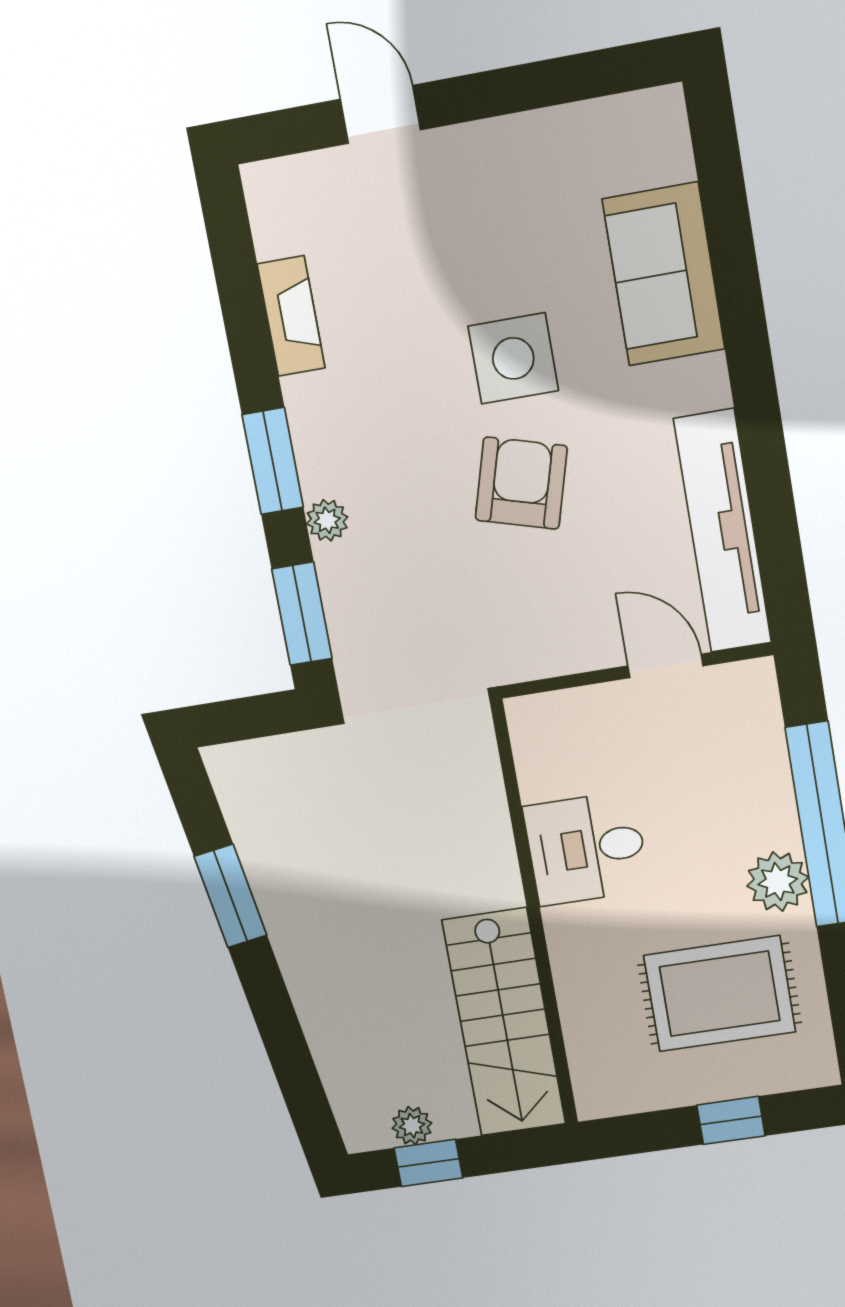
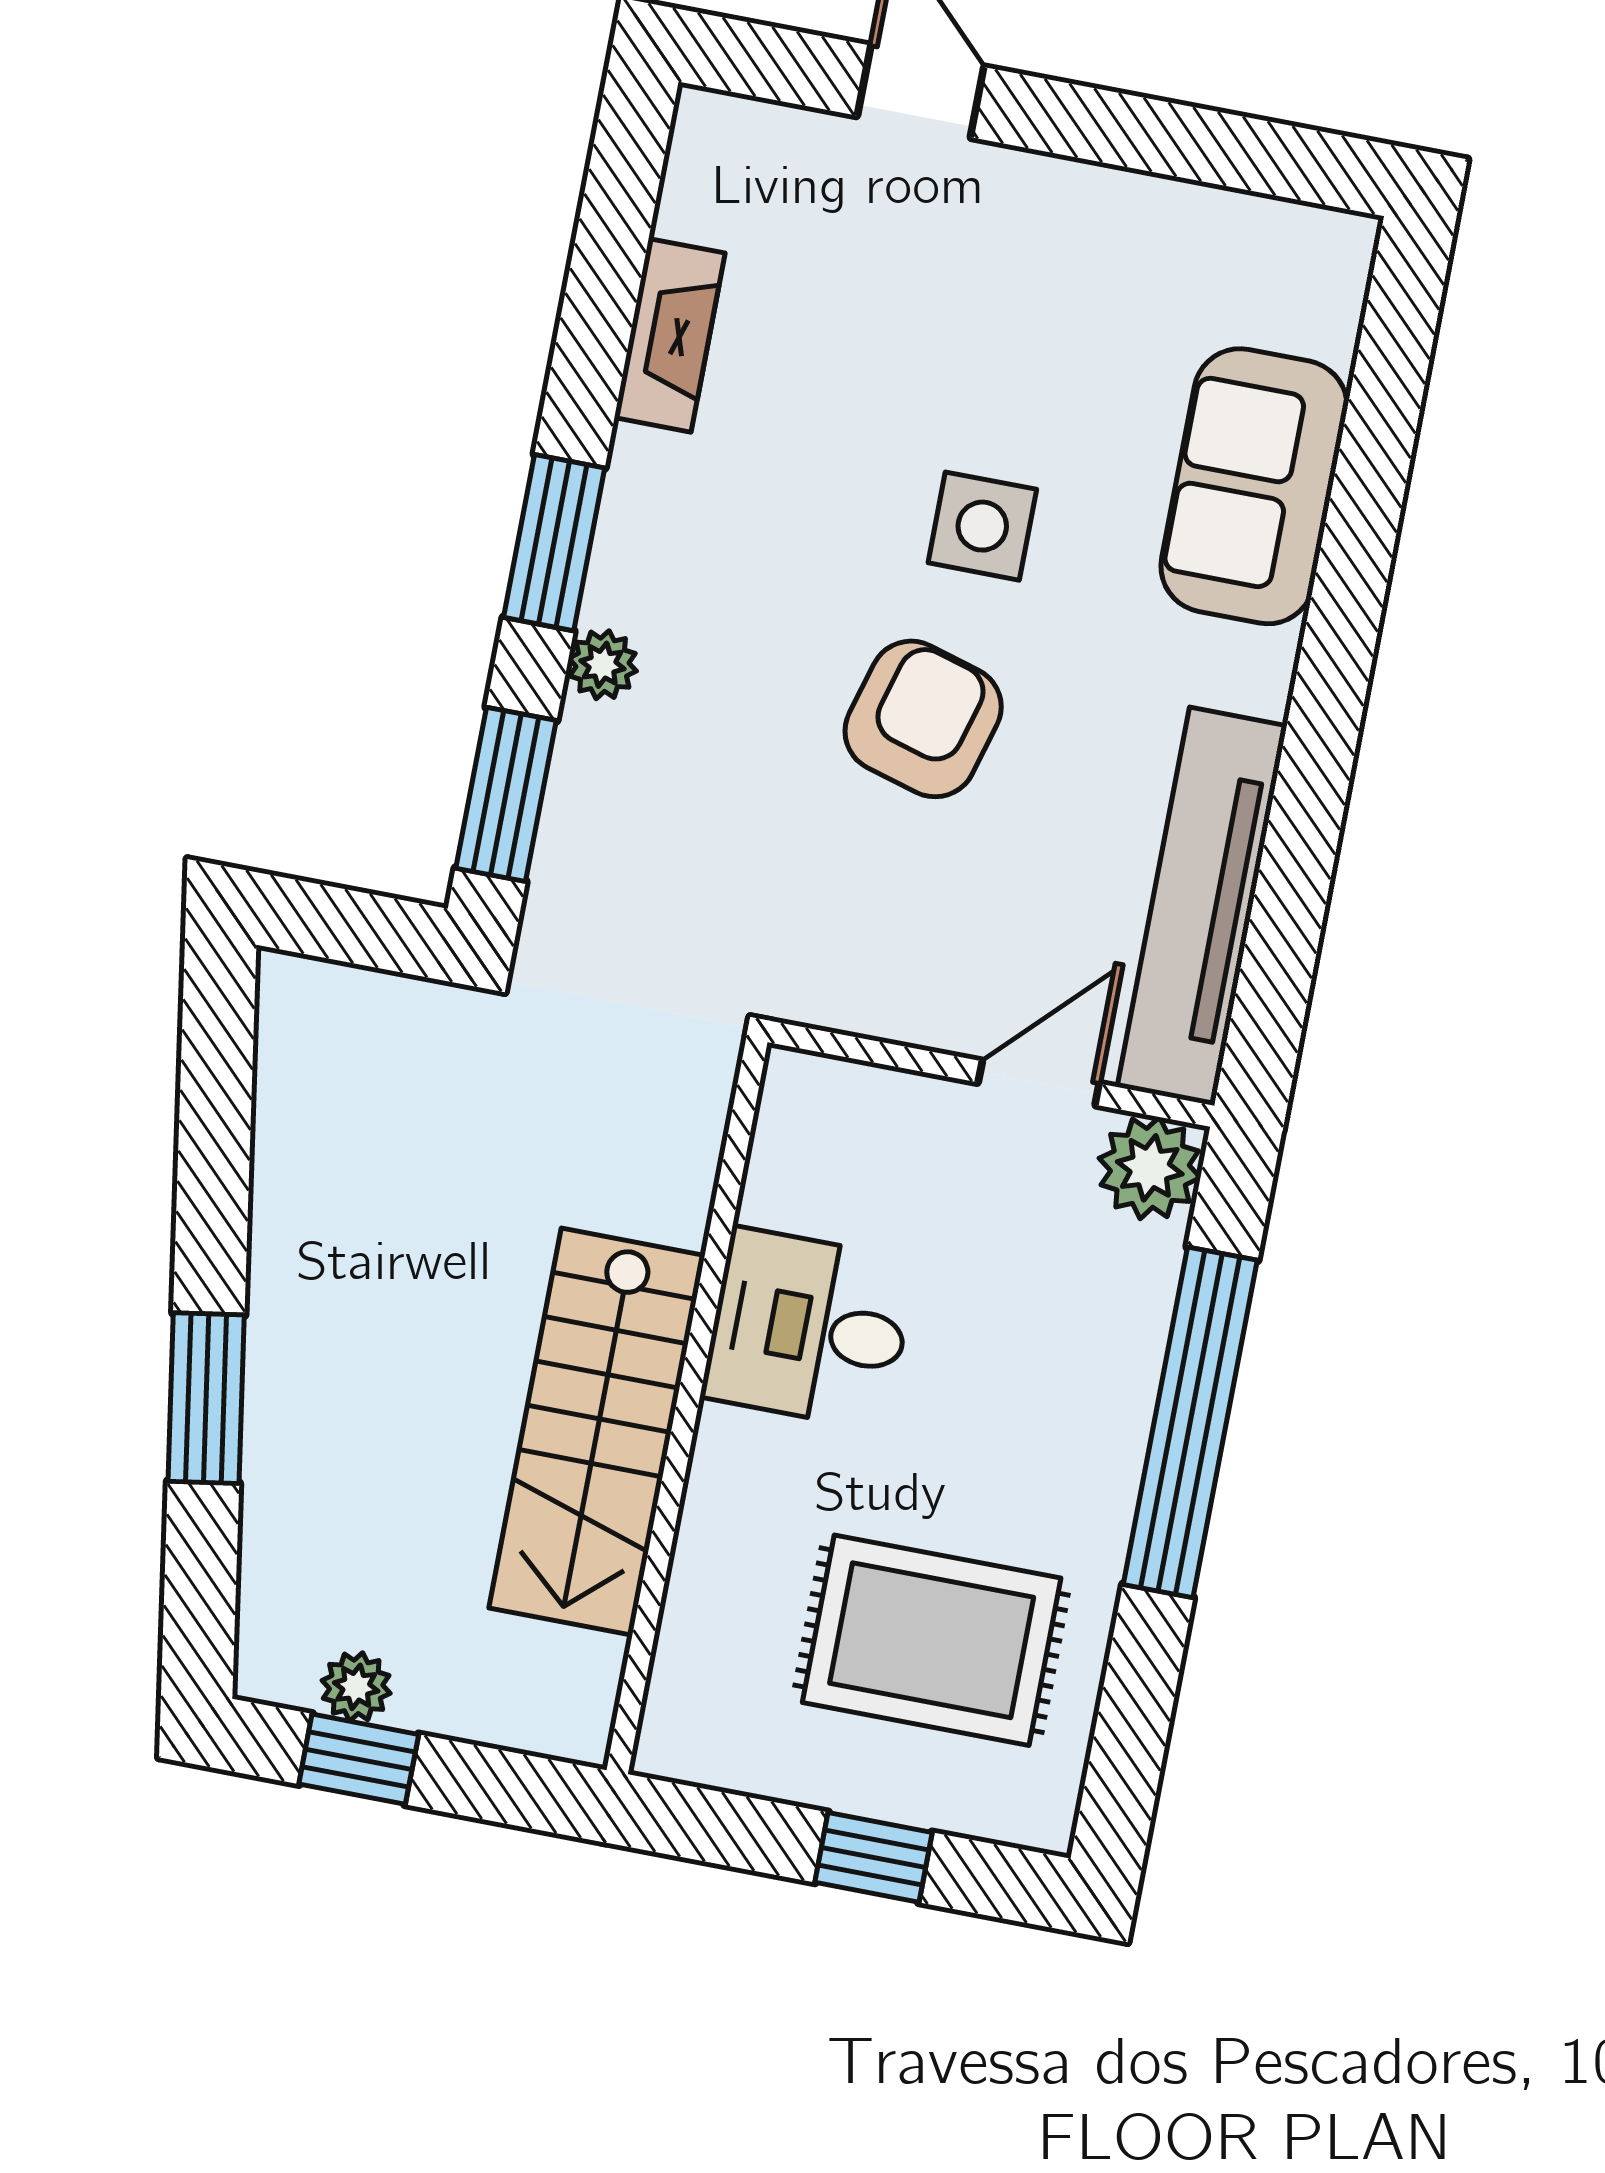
side table: (513, 358) -> (982, 526), width x0.73, depth x0.73
door: (665, 666) -> (1039, 1083), hinge flipped
plant: (778, 882) -> (1150, 1168), moved
window: (230, 896) -> (206, 1398), moved
stairs: (504, 1022) -> (597, 1432), moved

